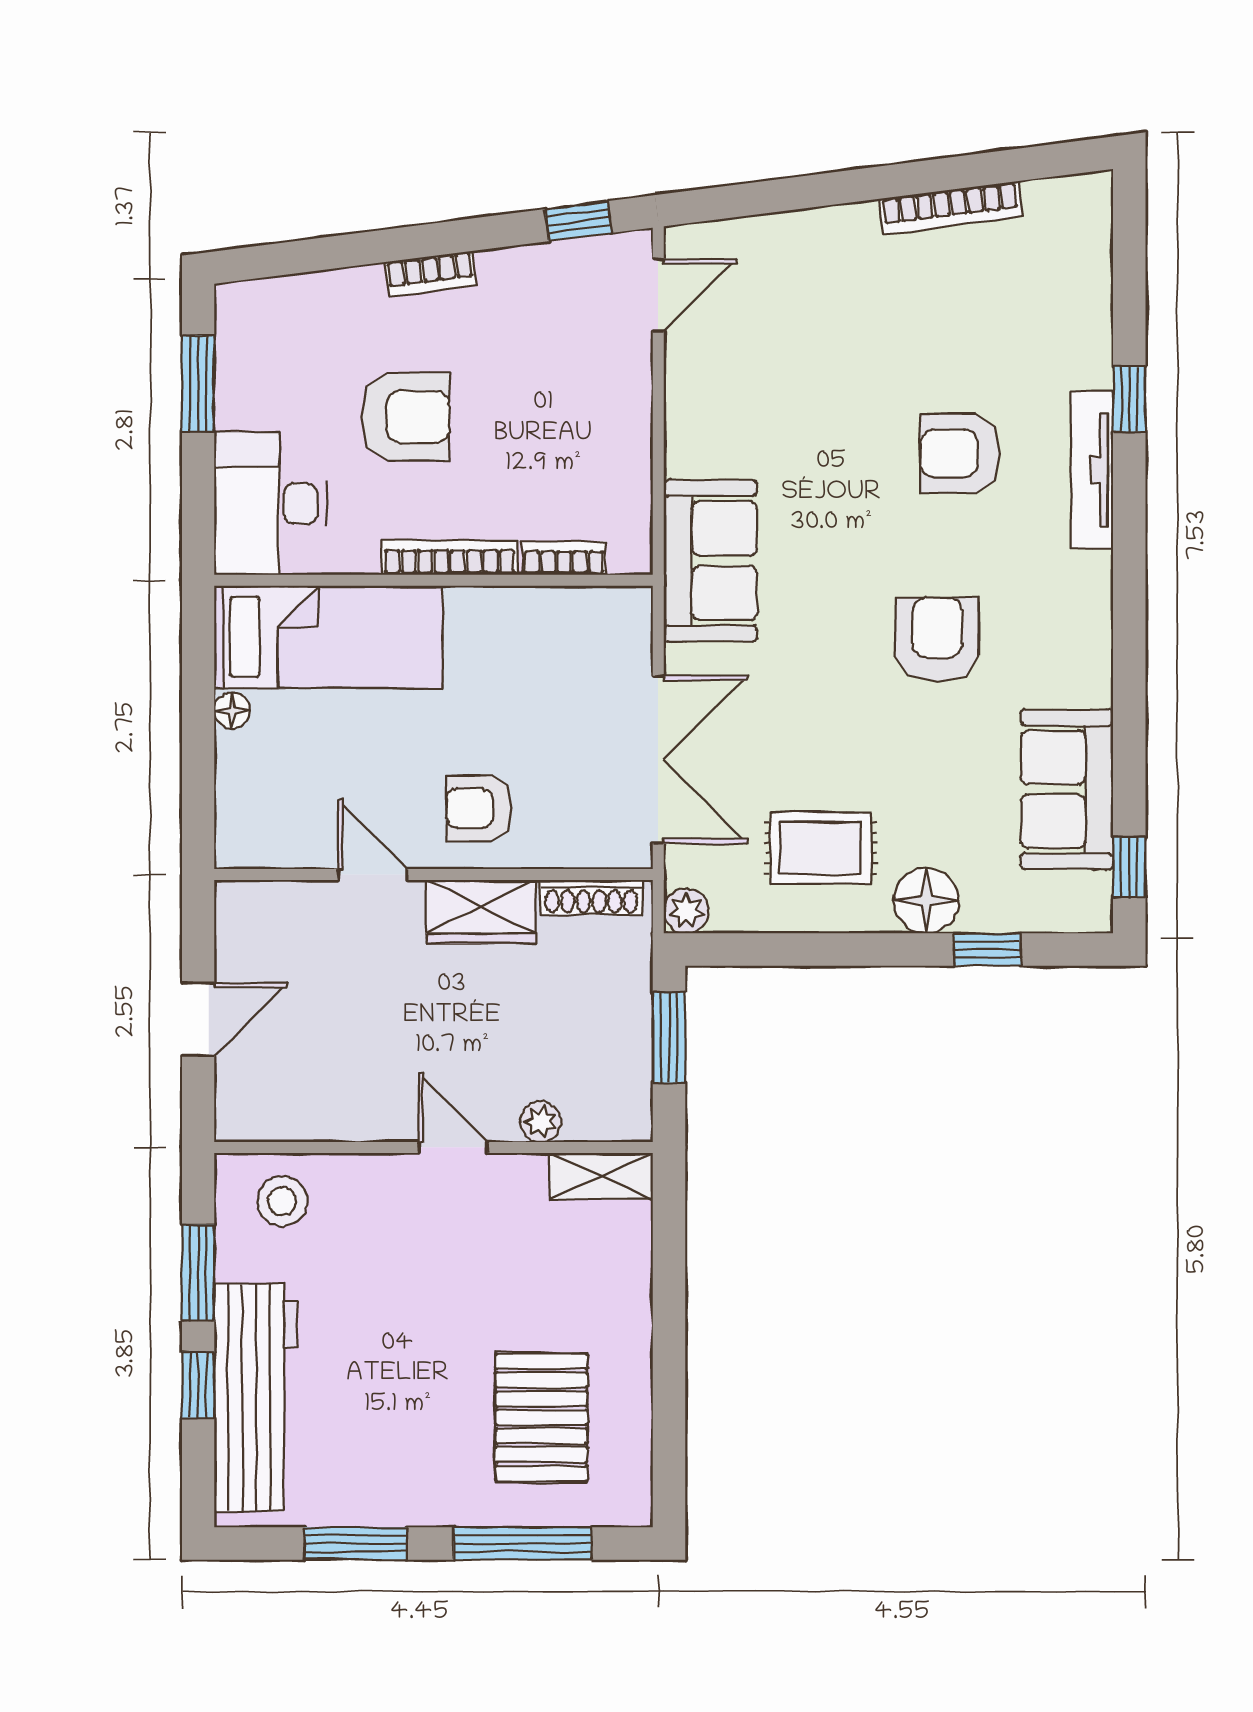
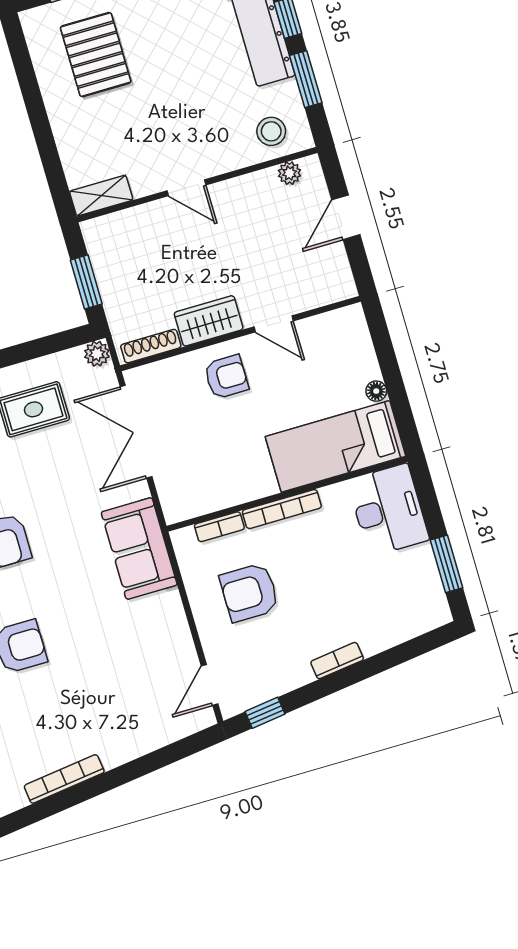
armchair: (406, 417) -> (249, 592), moved
plant: (541, 1122) -> (289, 173), moved

